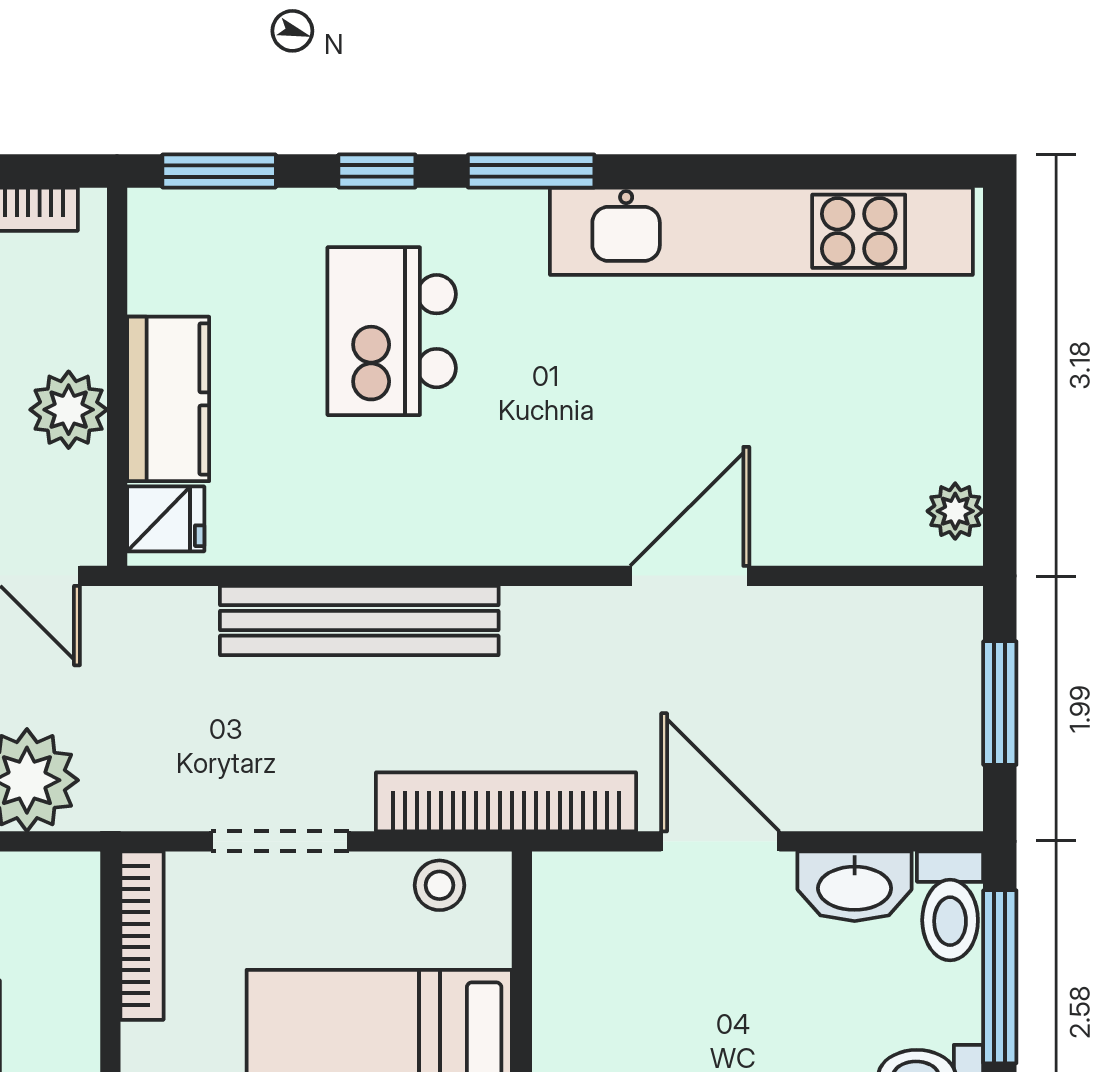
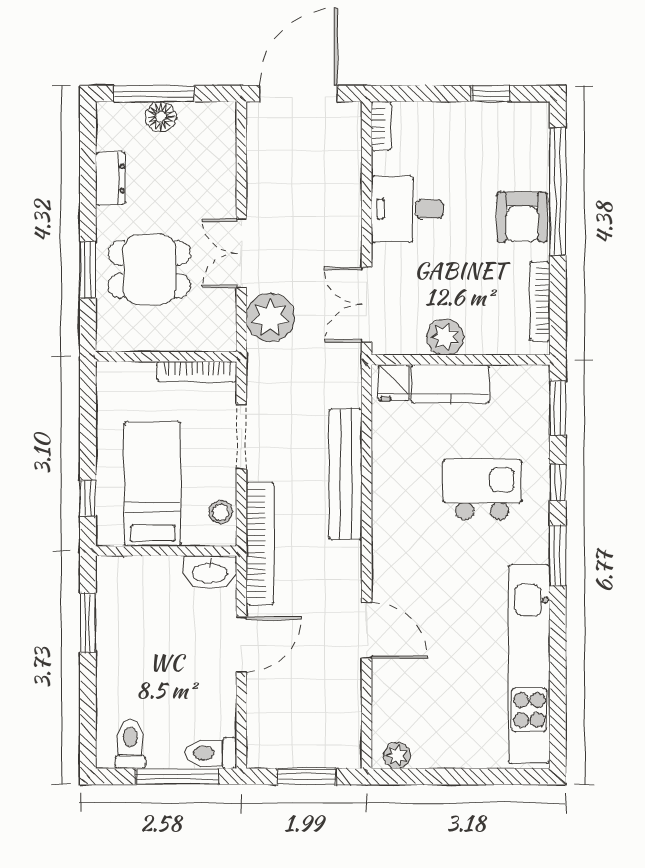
washbasin: (855, 886) -> (210, 572), moved, turned -90

